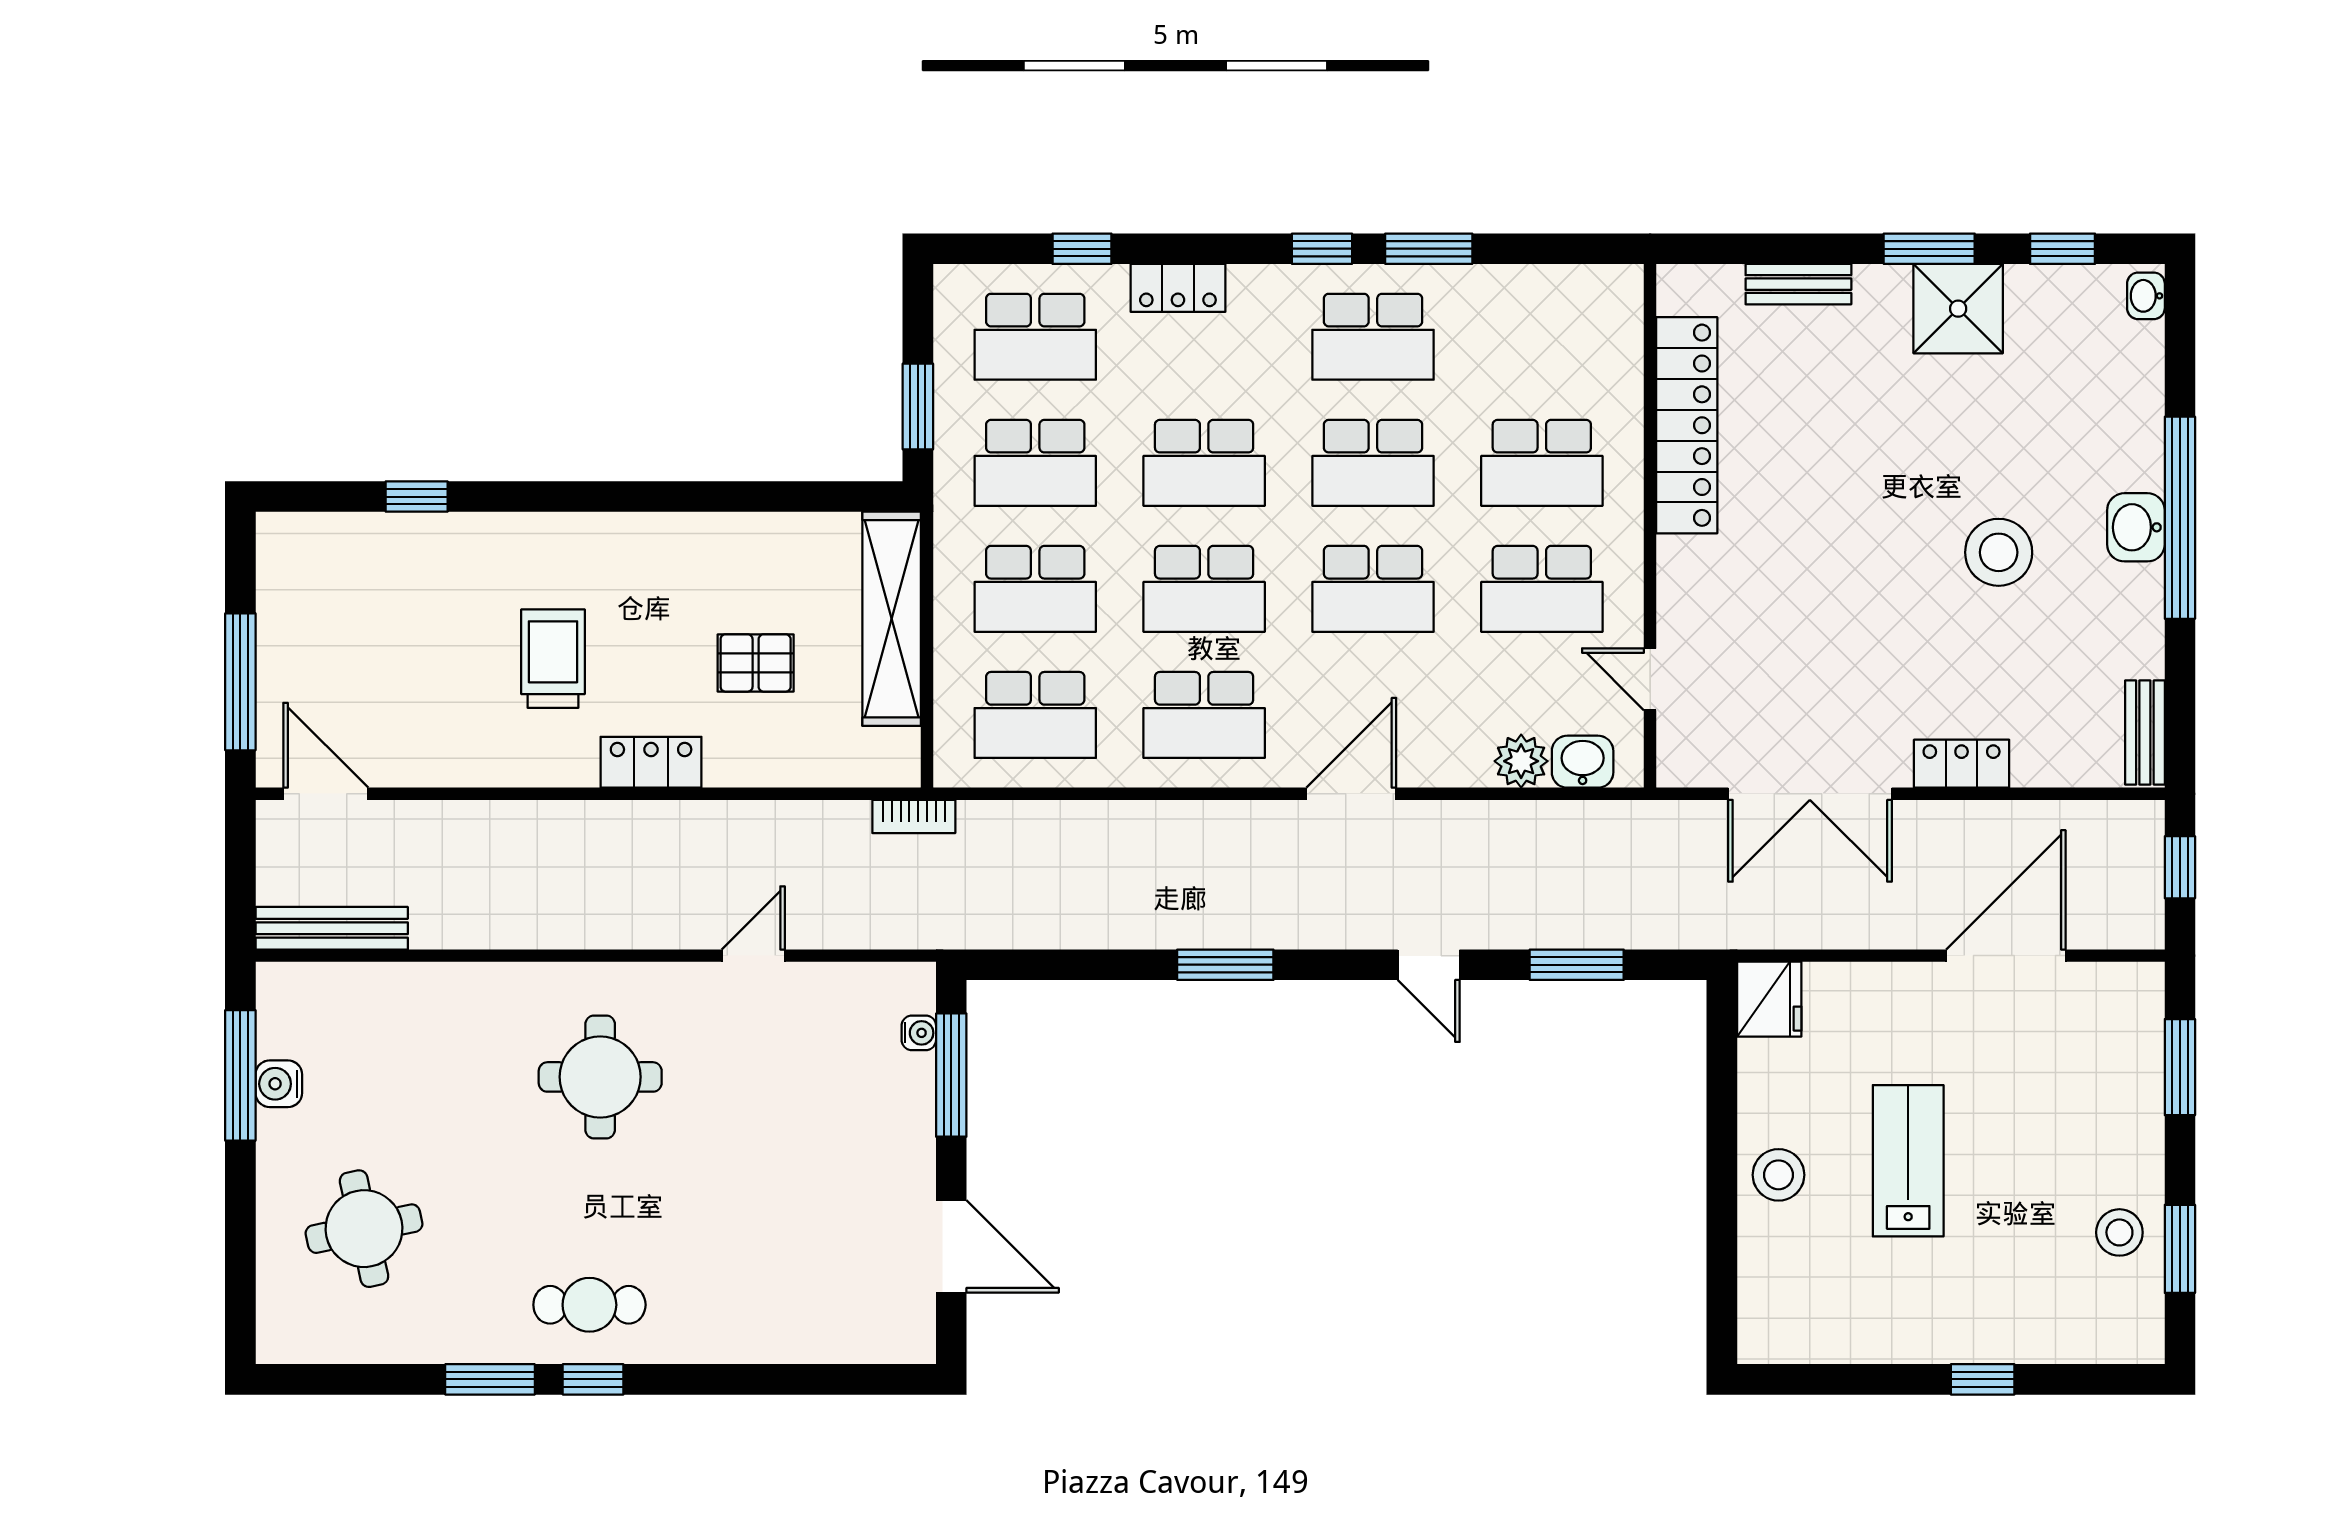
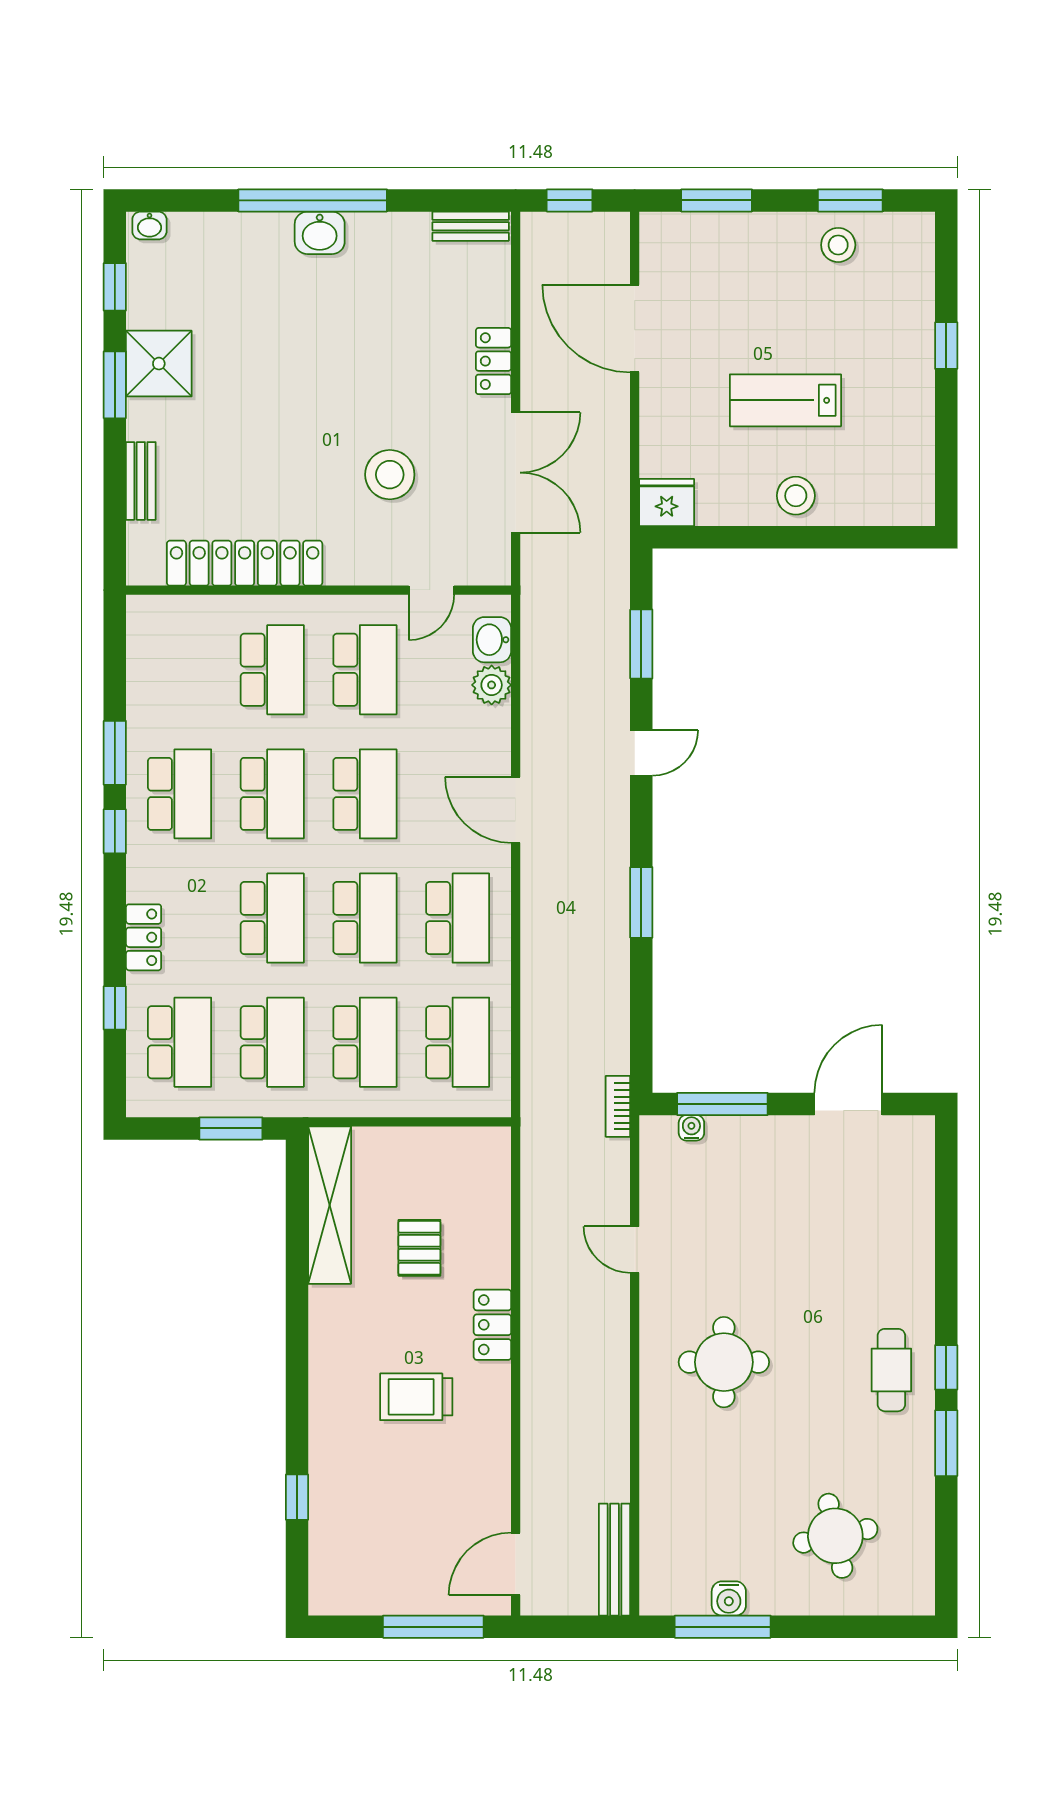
stool: (1999, 552) -> (390, 475), moved
shelving: (892, 619) -> (330, 1205), moved, turned 90
bookcase: (914, 816) -> (618, 1106), moved, turned 180

